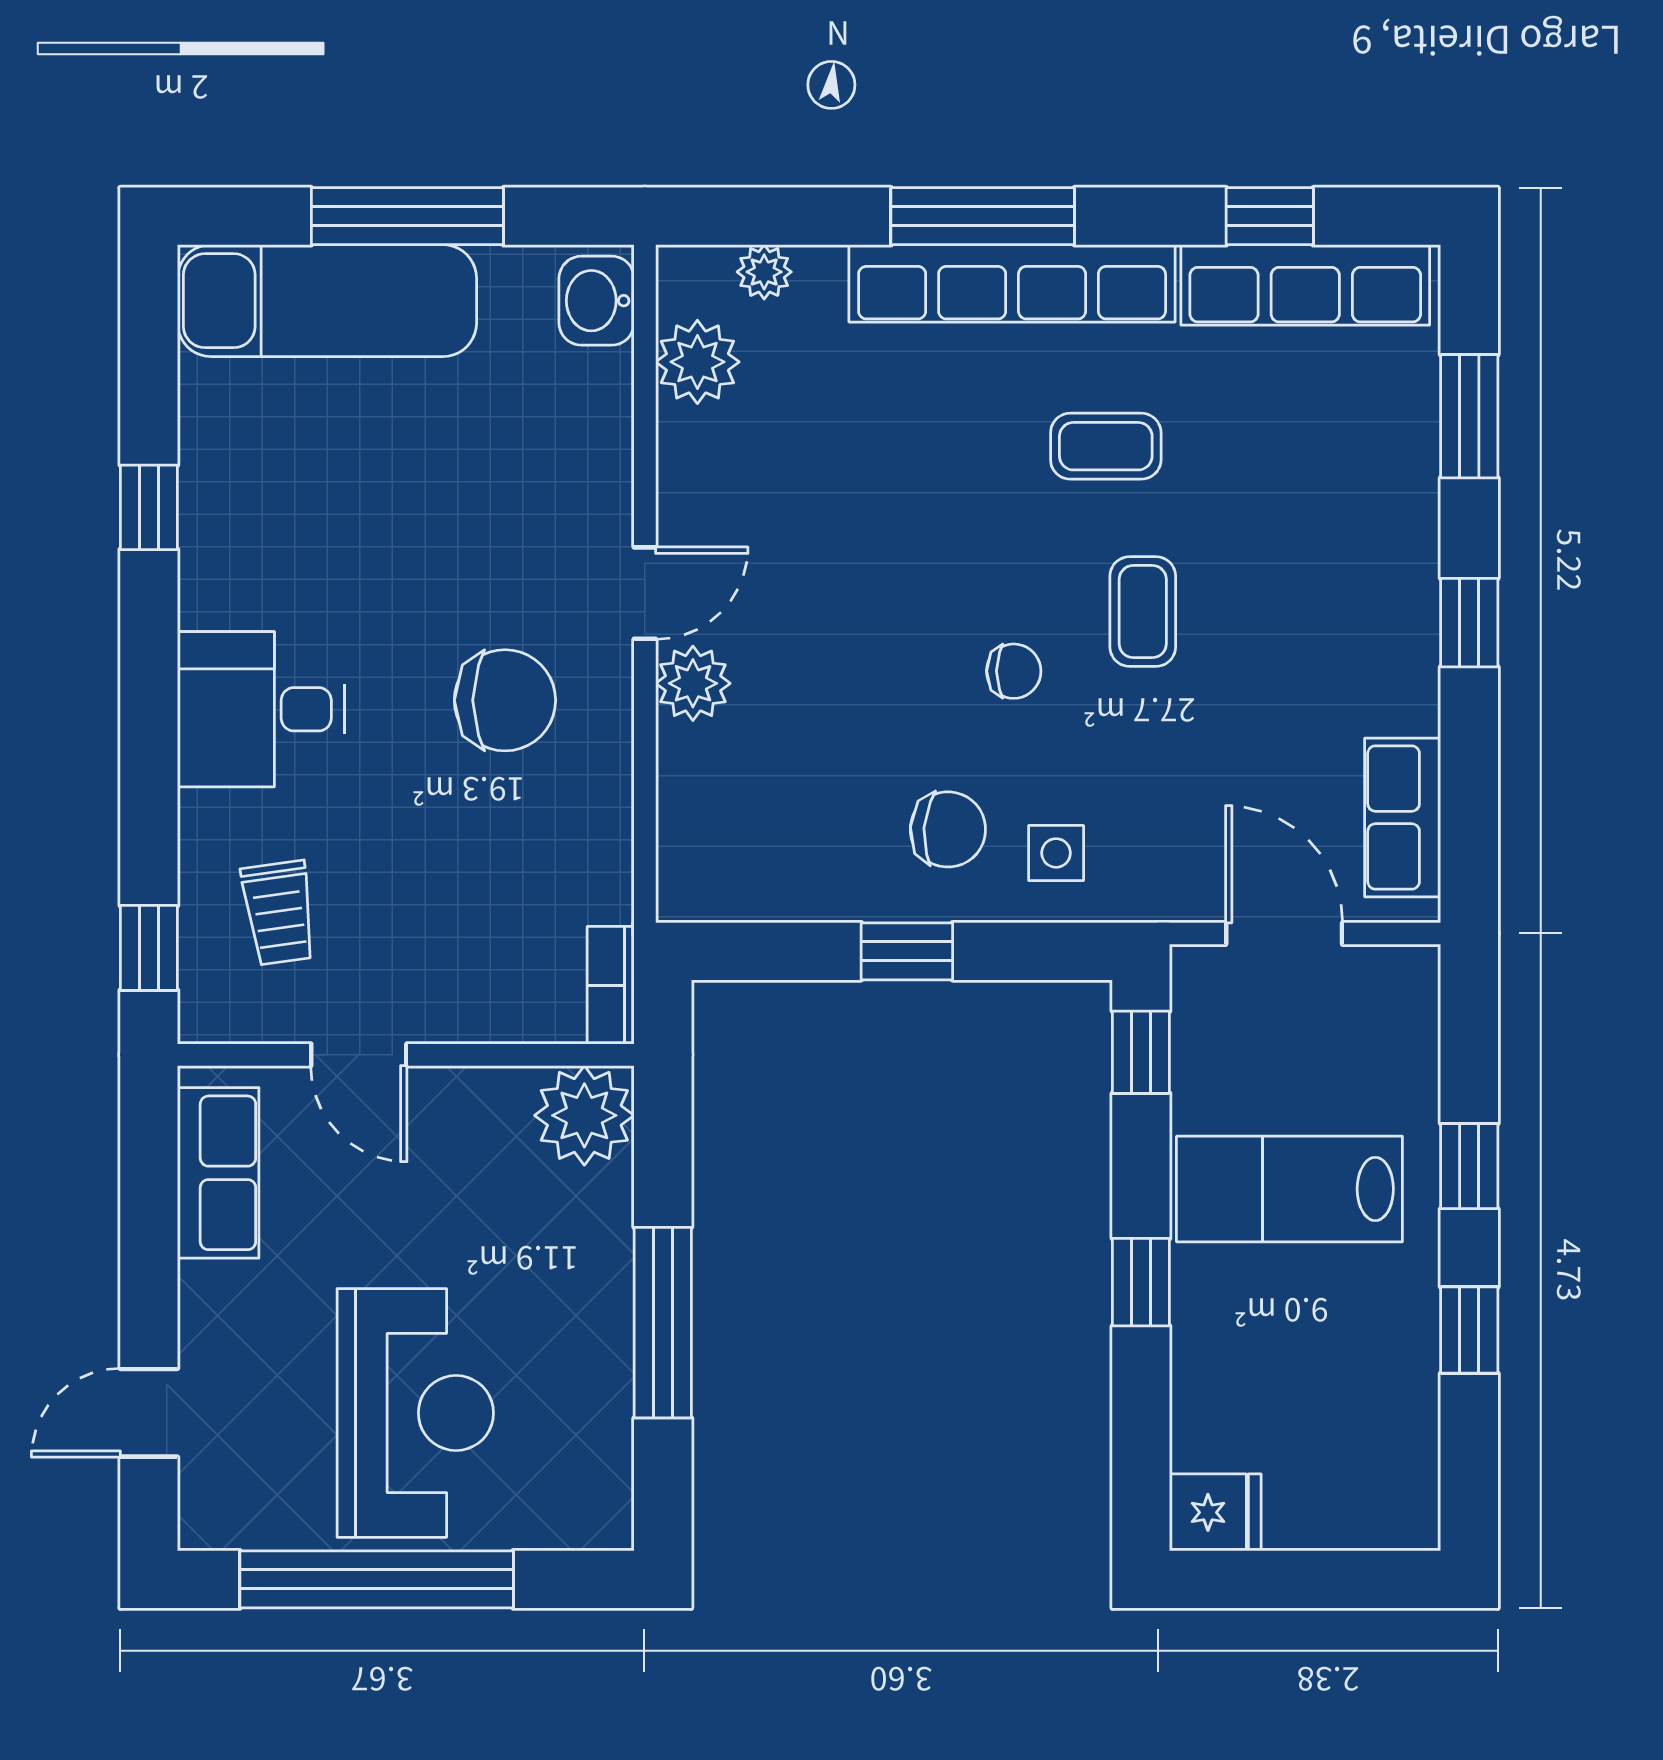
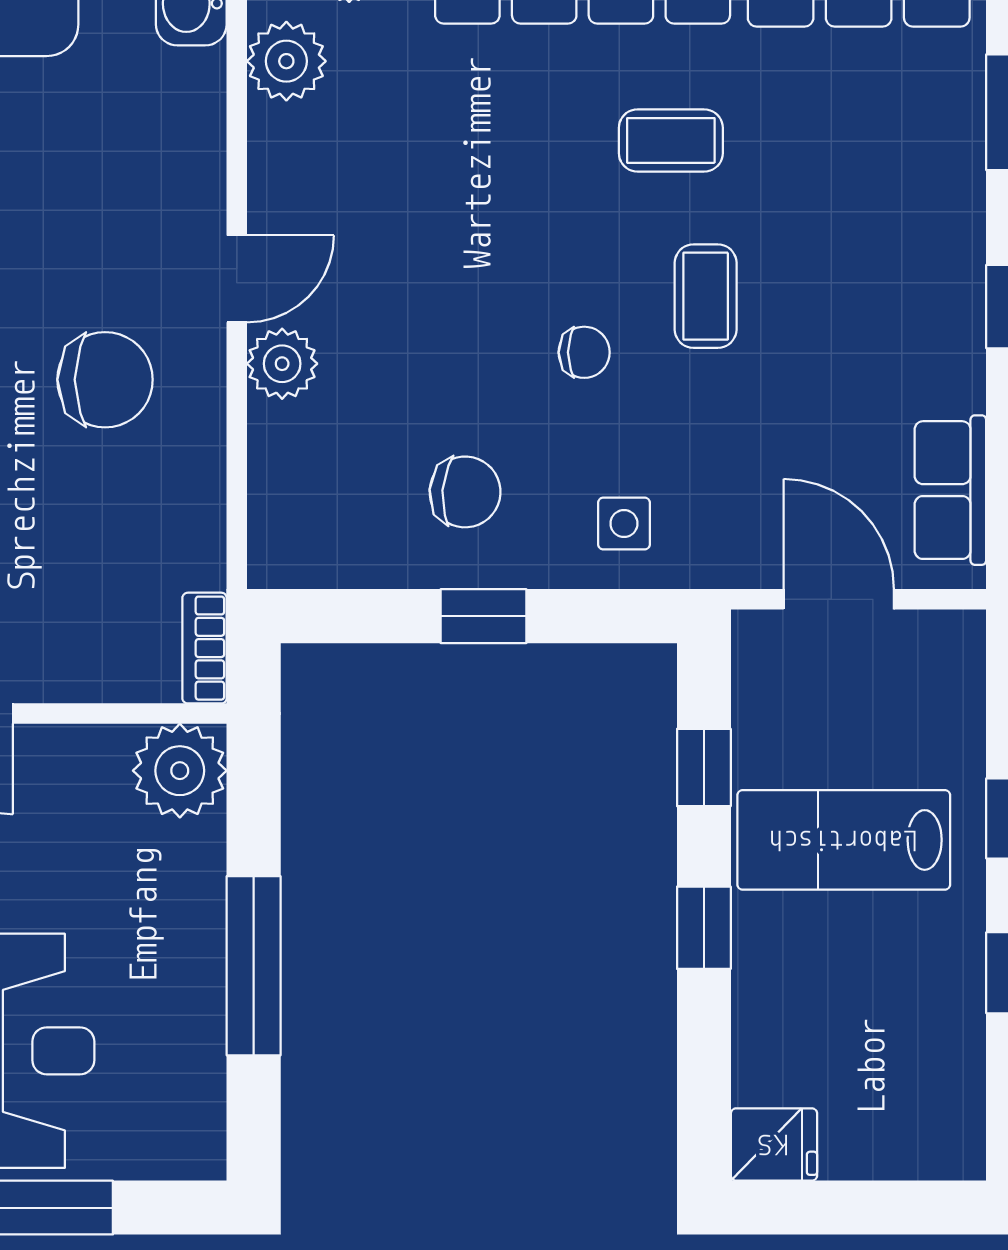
chair: (948, 829) -> (465, 492), moved
window: (1141, 1052) -> (704, 767), moved

